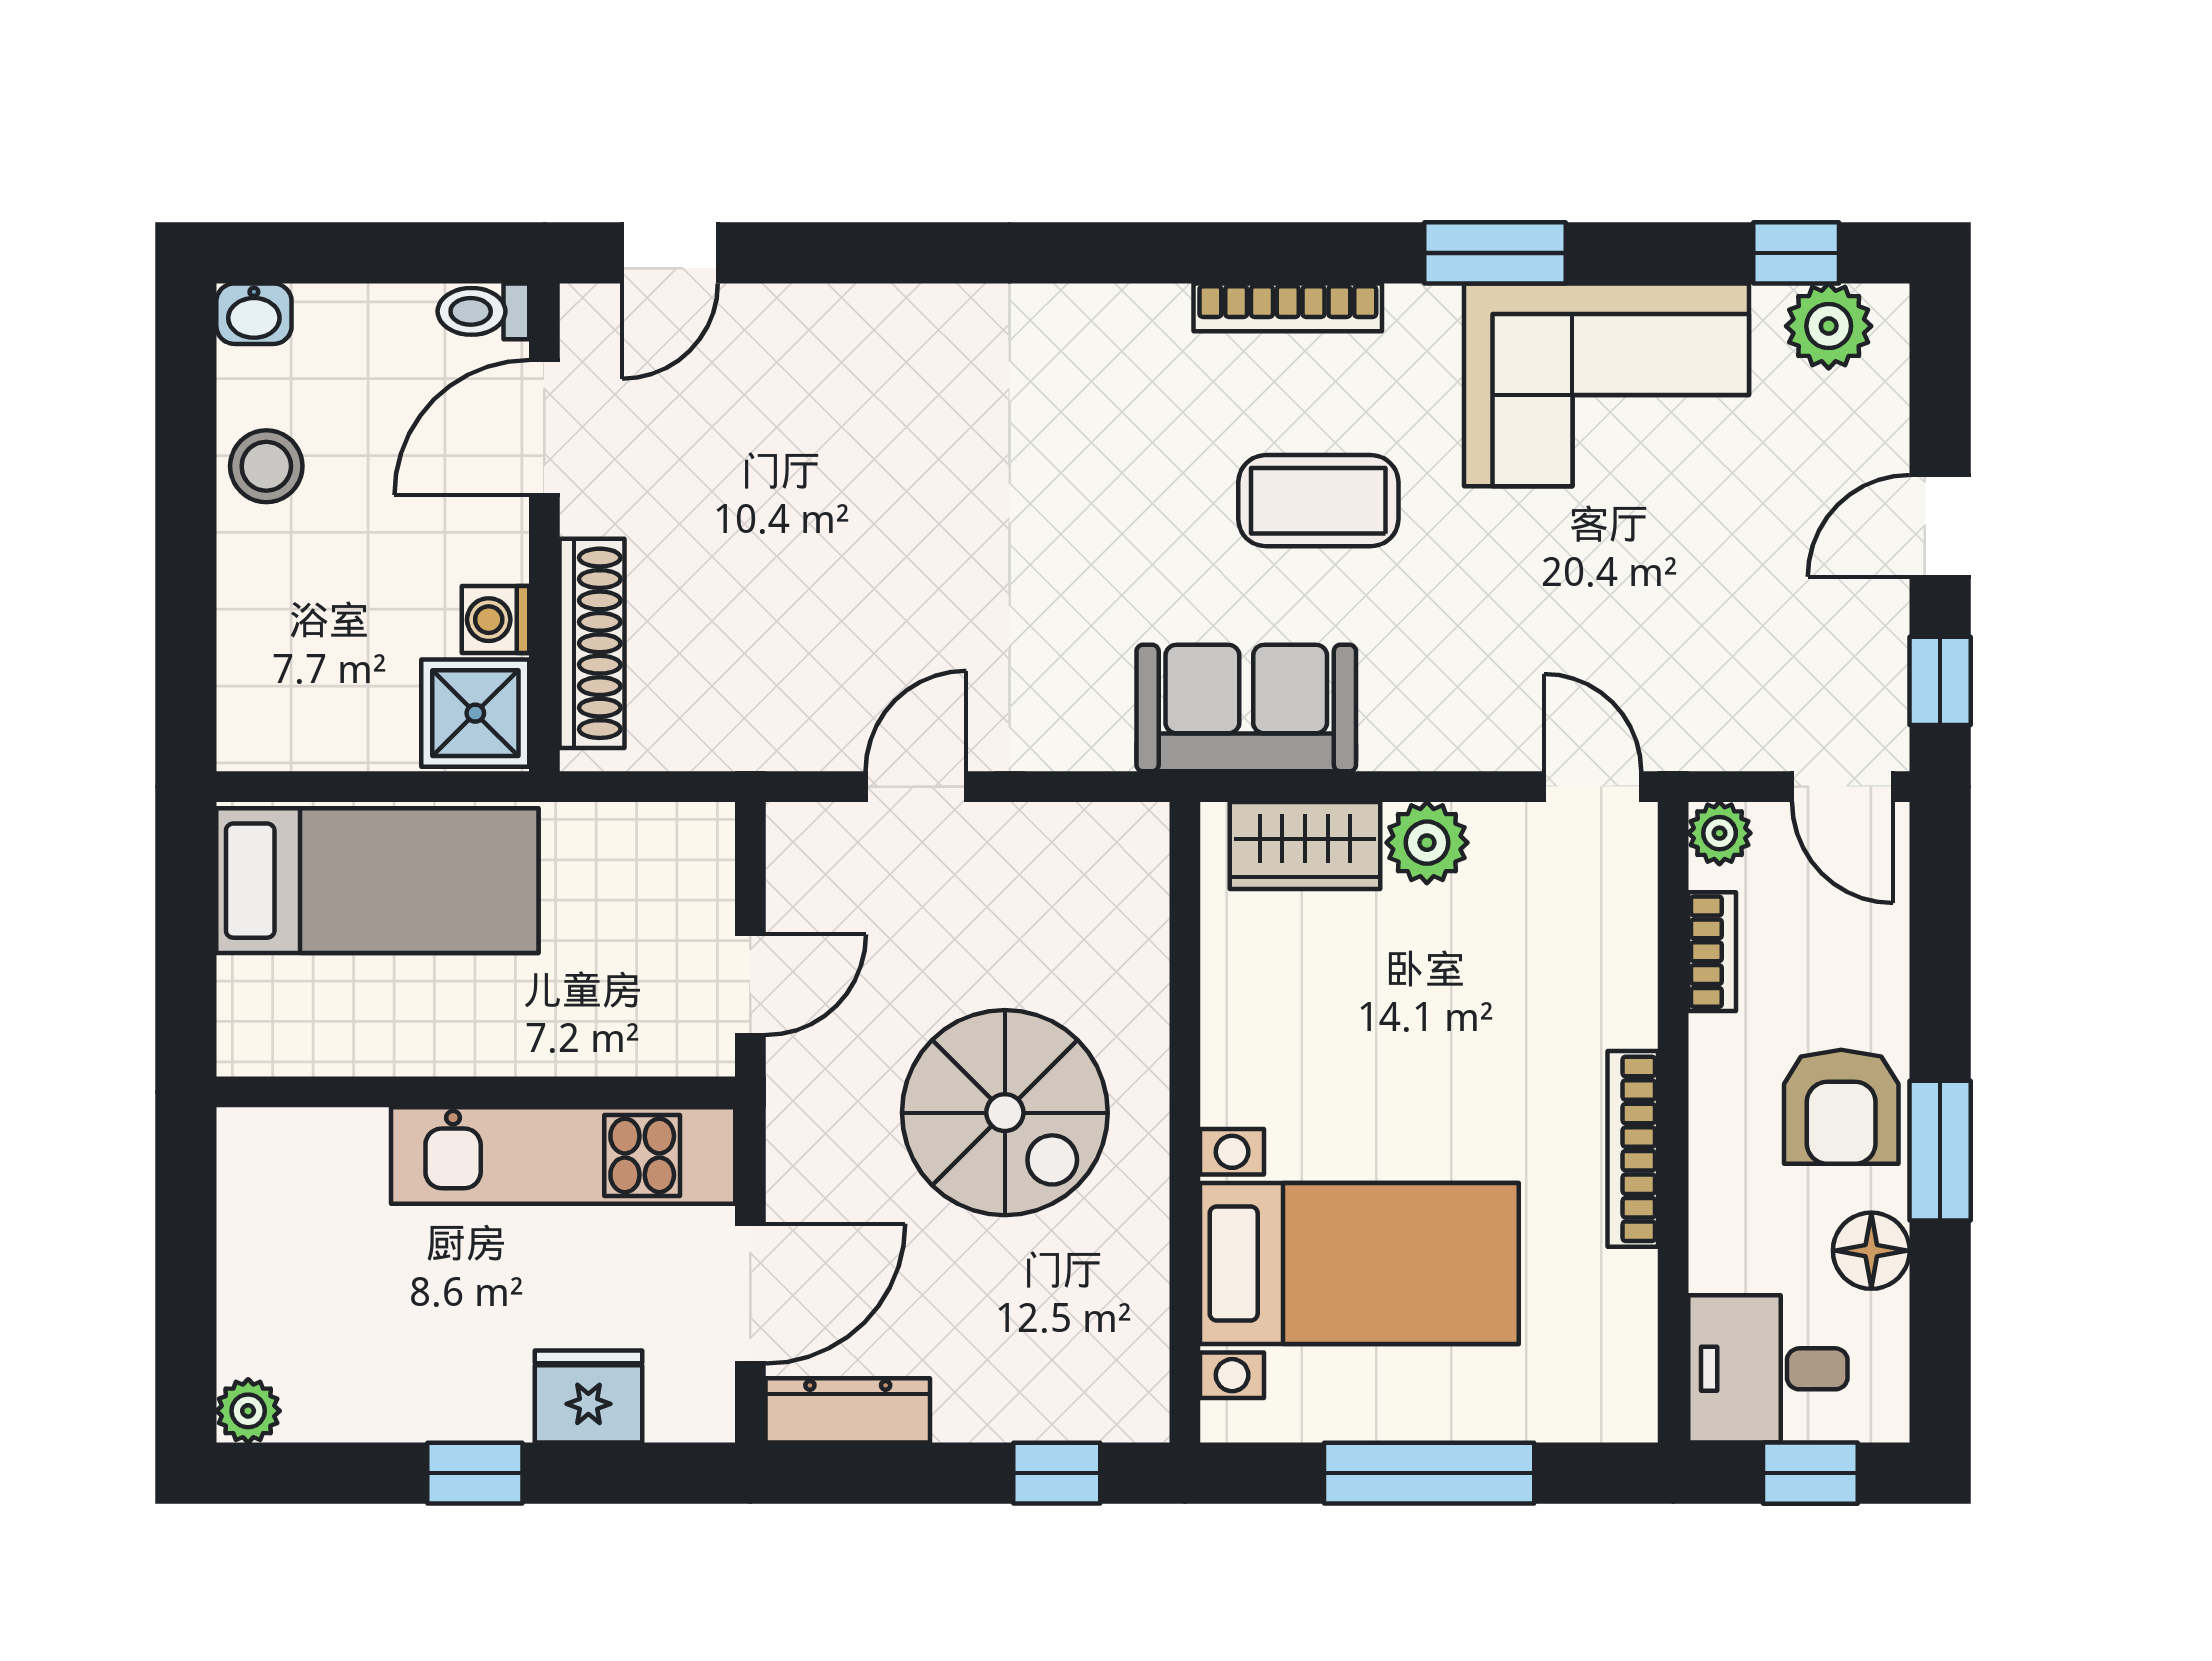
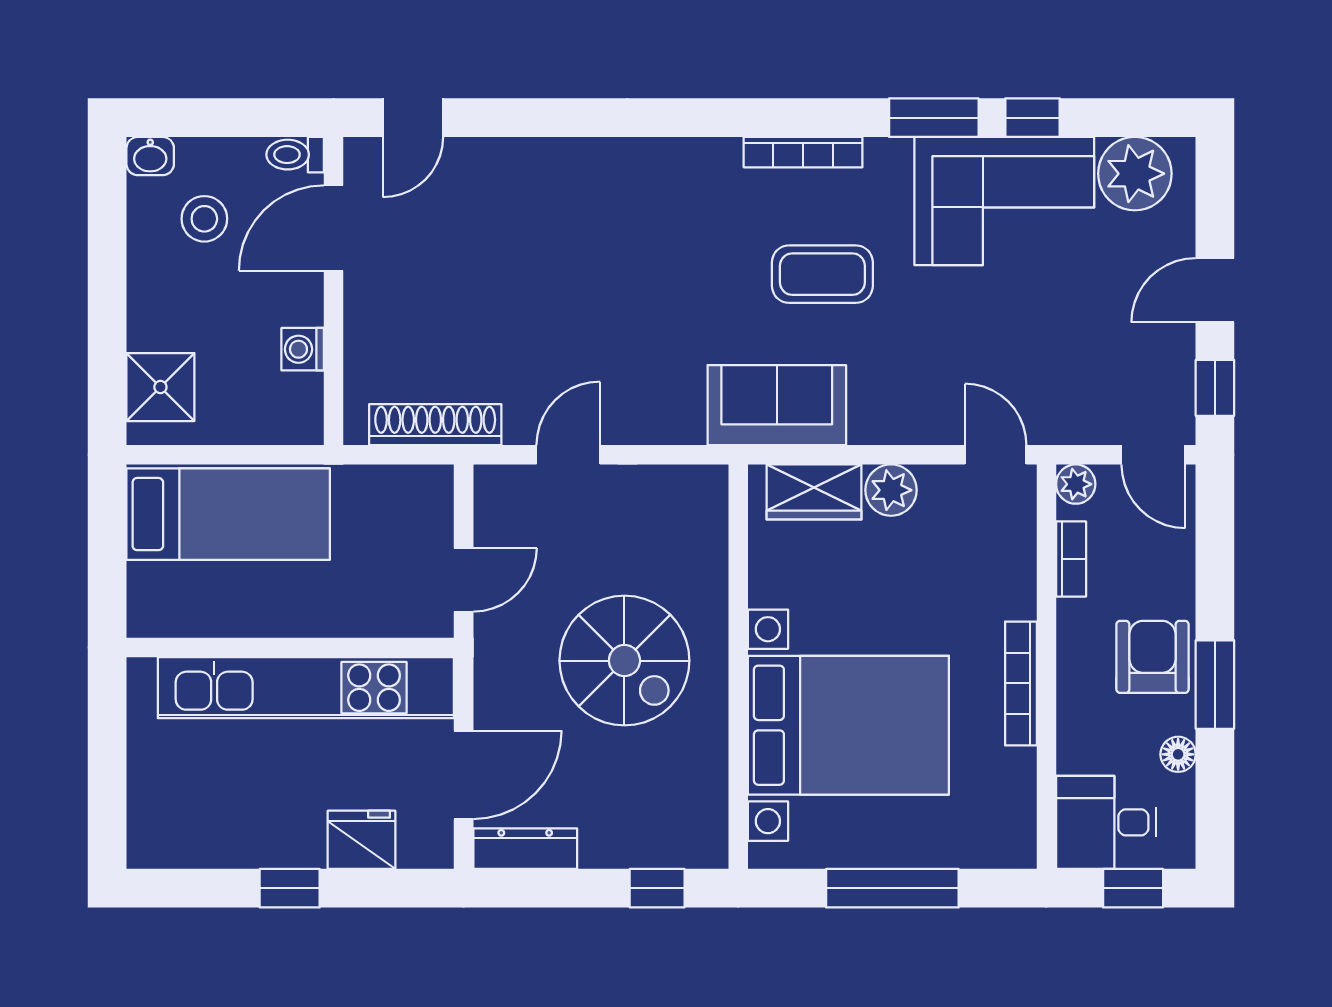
window: (1796, 253) -> (1033, 118), moved
plant: (1829, 326) -> (1135, 174), width x1.36, depth x1.36
stool: (266, 466) -> (204, 219), moved
shoe rack: (592, 643) -> (435, 425), moved, turned -90
shower: (475, 713) -> (160, 387), moved
armchair: (1841, 1107) -> (1153, 657), turned 180
kitchen unit: (563, 1155) -> (306, 688), width x1.36
floor lamp: (1871, 1251) -> (1178, 754), width x0.73, depth x0.73
bed with nightstands: (1359, 1263) -> (848, 725), width x1.36
plant: (248, 1411) -> (147, 849), removed

